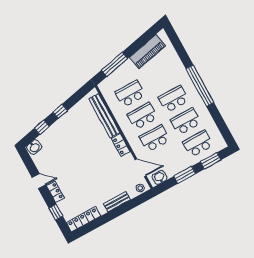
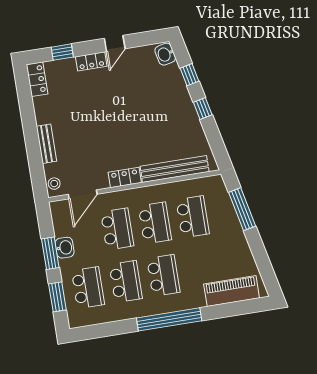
piano: (147, 52) -> (232, 291), moved, turned 102
washbasin: (159, 177) -> (65, 248), moved
locker: (84, 219) -> (37, 79), width x0.66

